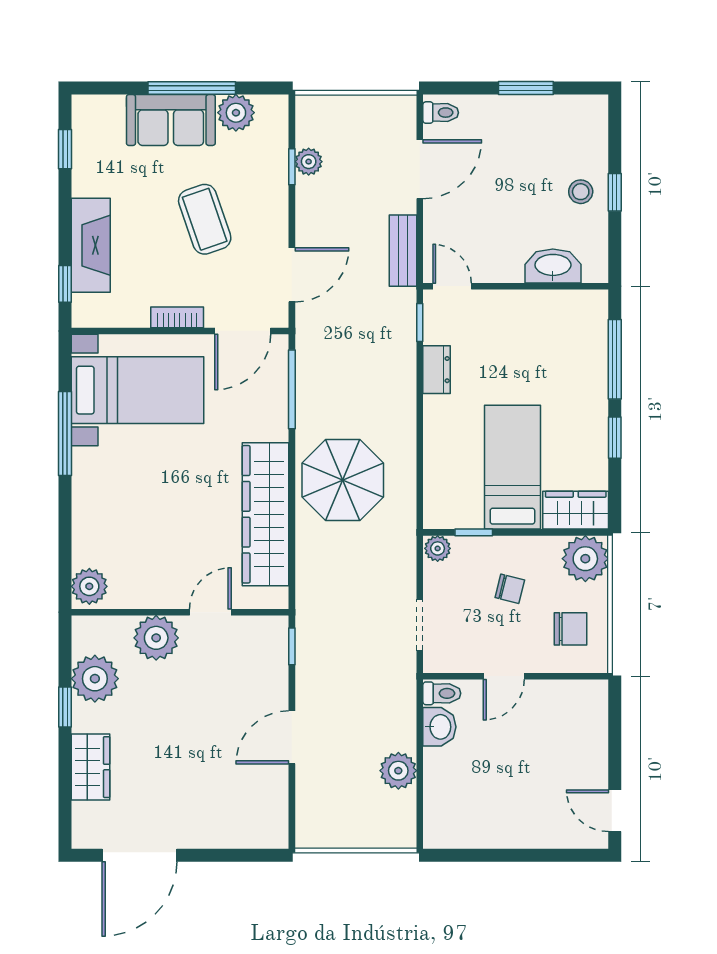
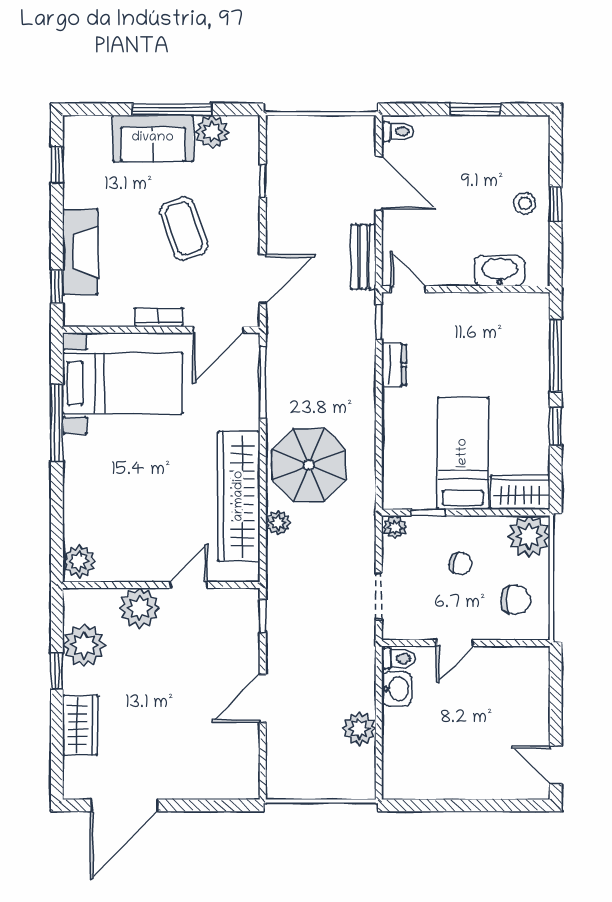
plant: (309, 162) -> (278, 523), moved
door: (420, 169) -> (379, 183), hinge flipped

